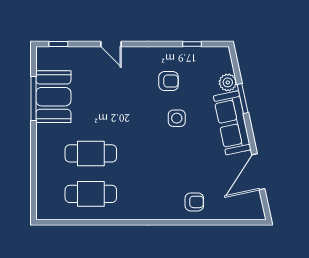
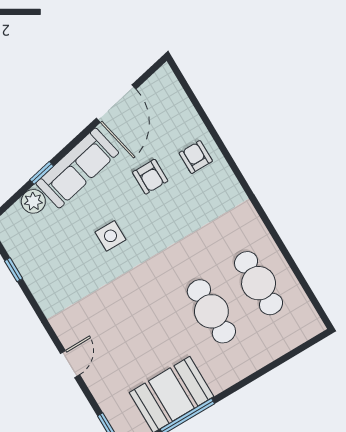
armchair: (169, 81) -> (150, 177), moved, turned 180
window: (243, 99) -> (42, 173), width x0.67
door: (258, 172) -> (116, 104), hinge flipped

